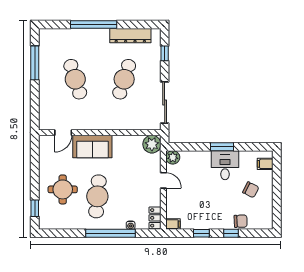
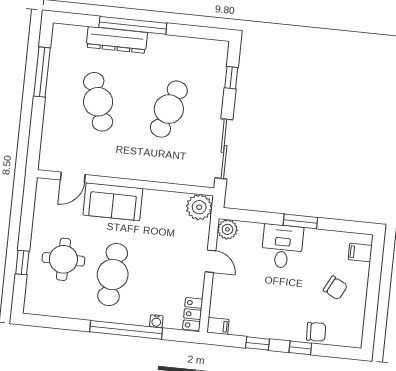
dresser: (130, 36) -> (117, 40), moved
desk: (225, 165) -> (282, 246), moved
window: (35, 208) -> (22, 263), moved

